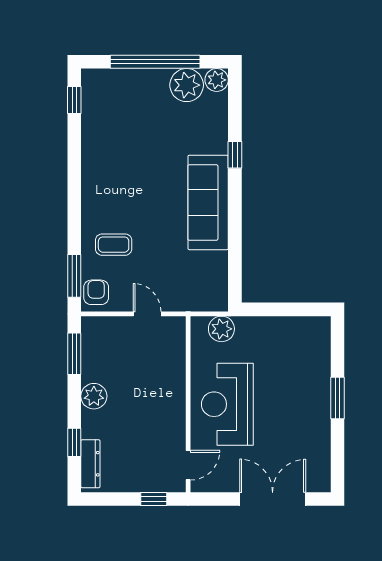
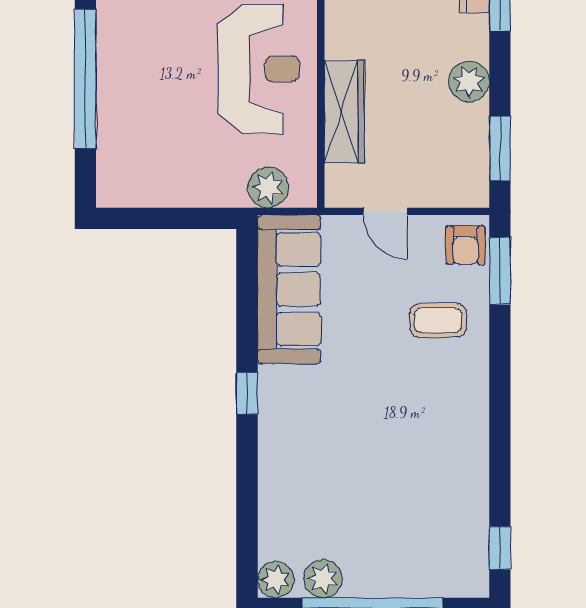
plant: (187, 85) -> (323, 579), width x0.73, depth x0.73
window: (235, 155) -> (247, 393), moved
sofa: (208, 202) -> (289, 289), moved
wardrobe: (173, 377) -> (344, 112), added
window: (338, 398) -> (85, 79), width x2.11

